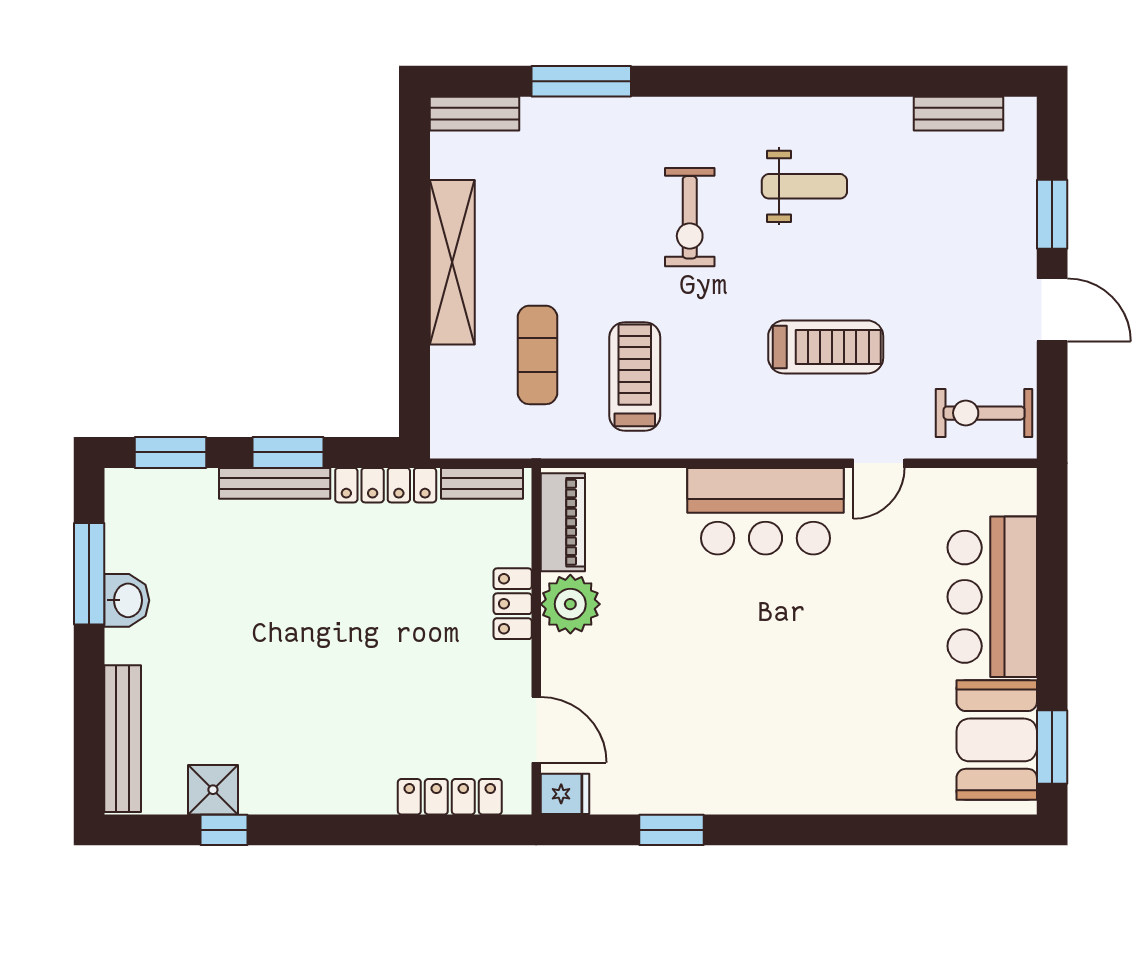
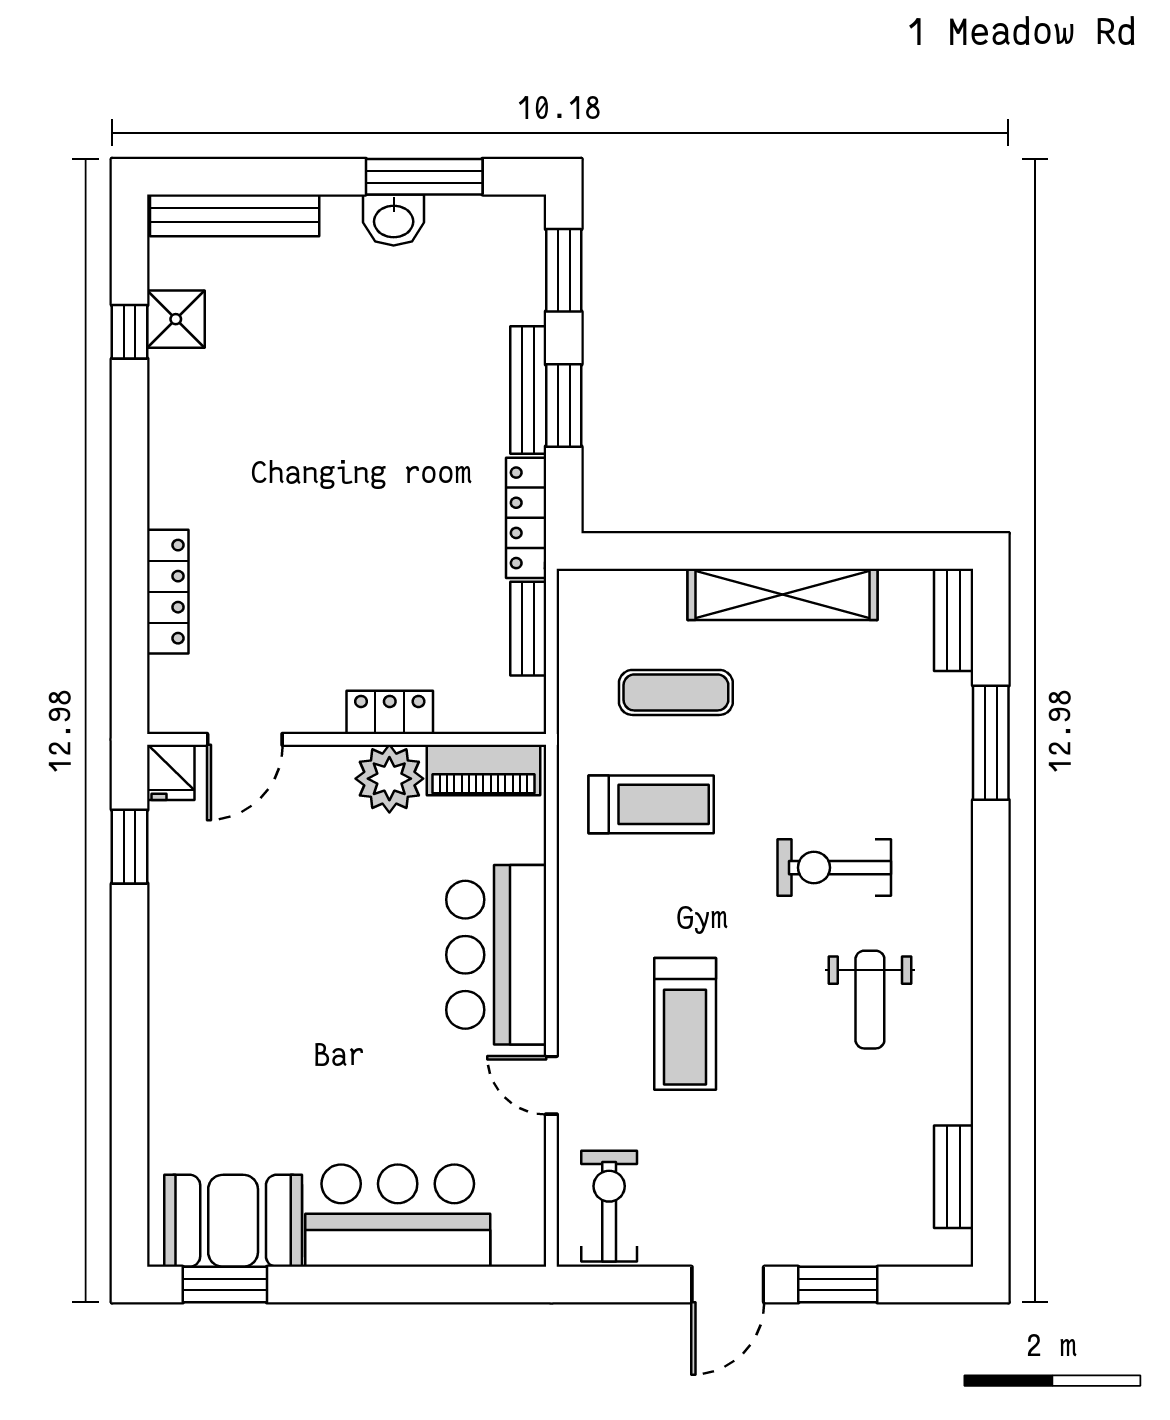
piano: (563, 522) -> (483, 770), moved
locker: (513, 604) -> (390, 712), moved
plant: (570, 604) -> (389, 779), moved
wall: (536, 641) -> (347, 739), moved
door: (536, 730) -> (245, 739), moved
fridge: (565, 794) -> (171, 772), moved

